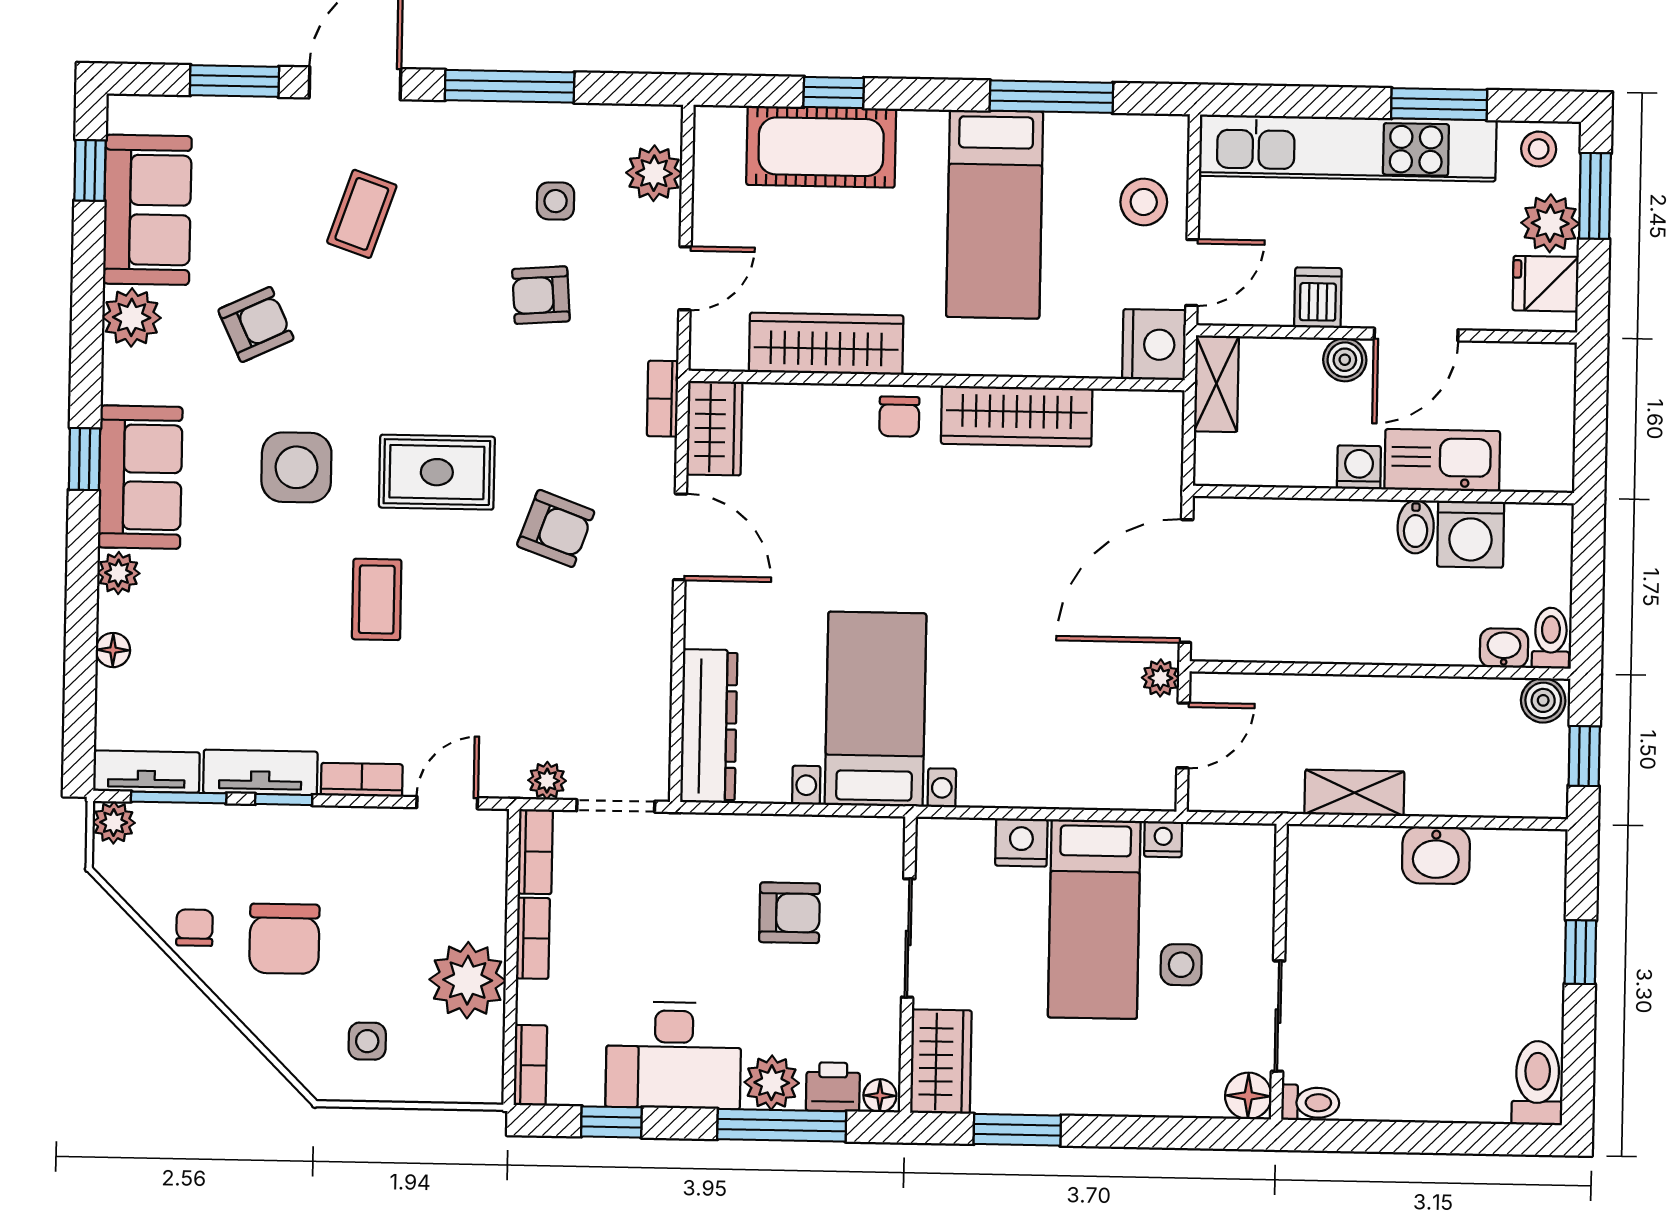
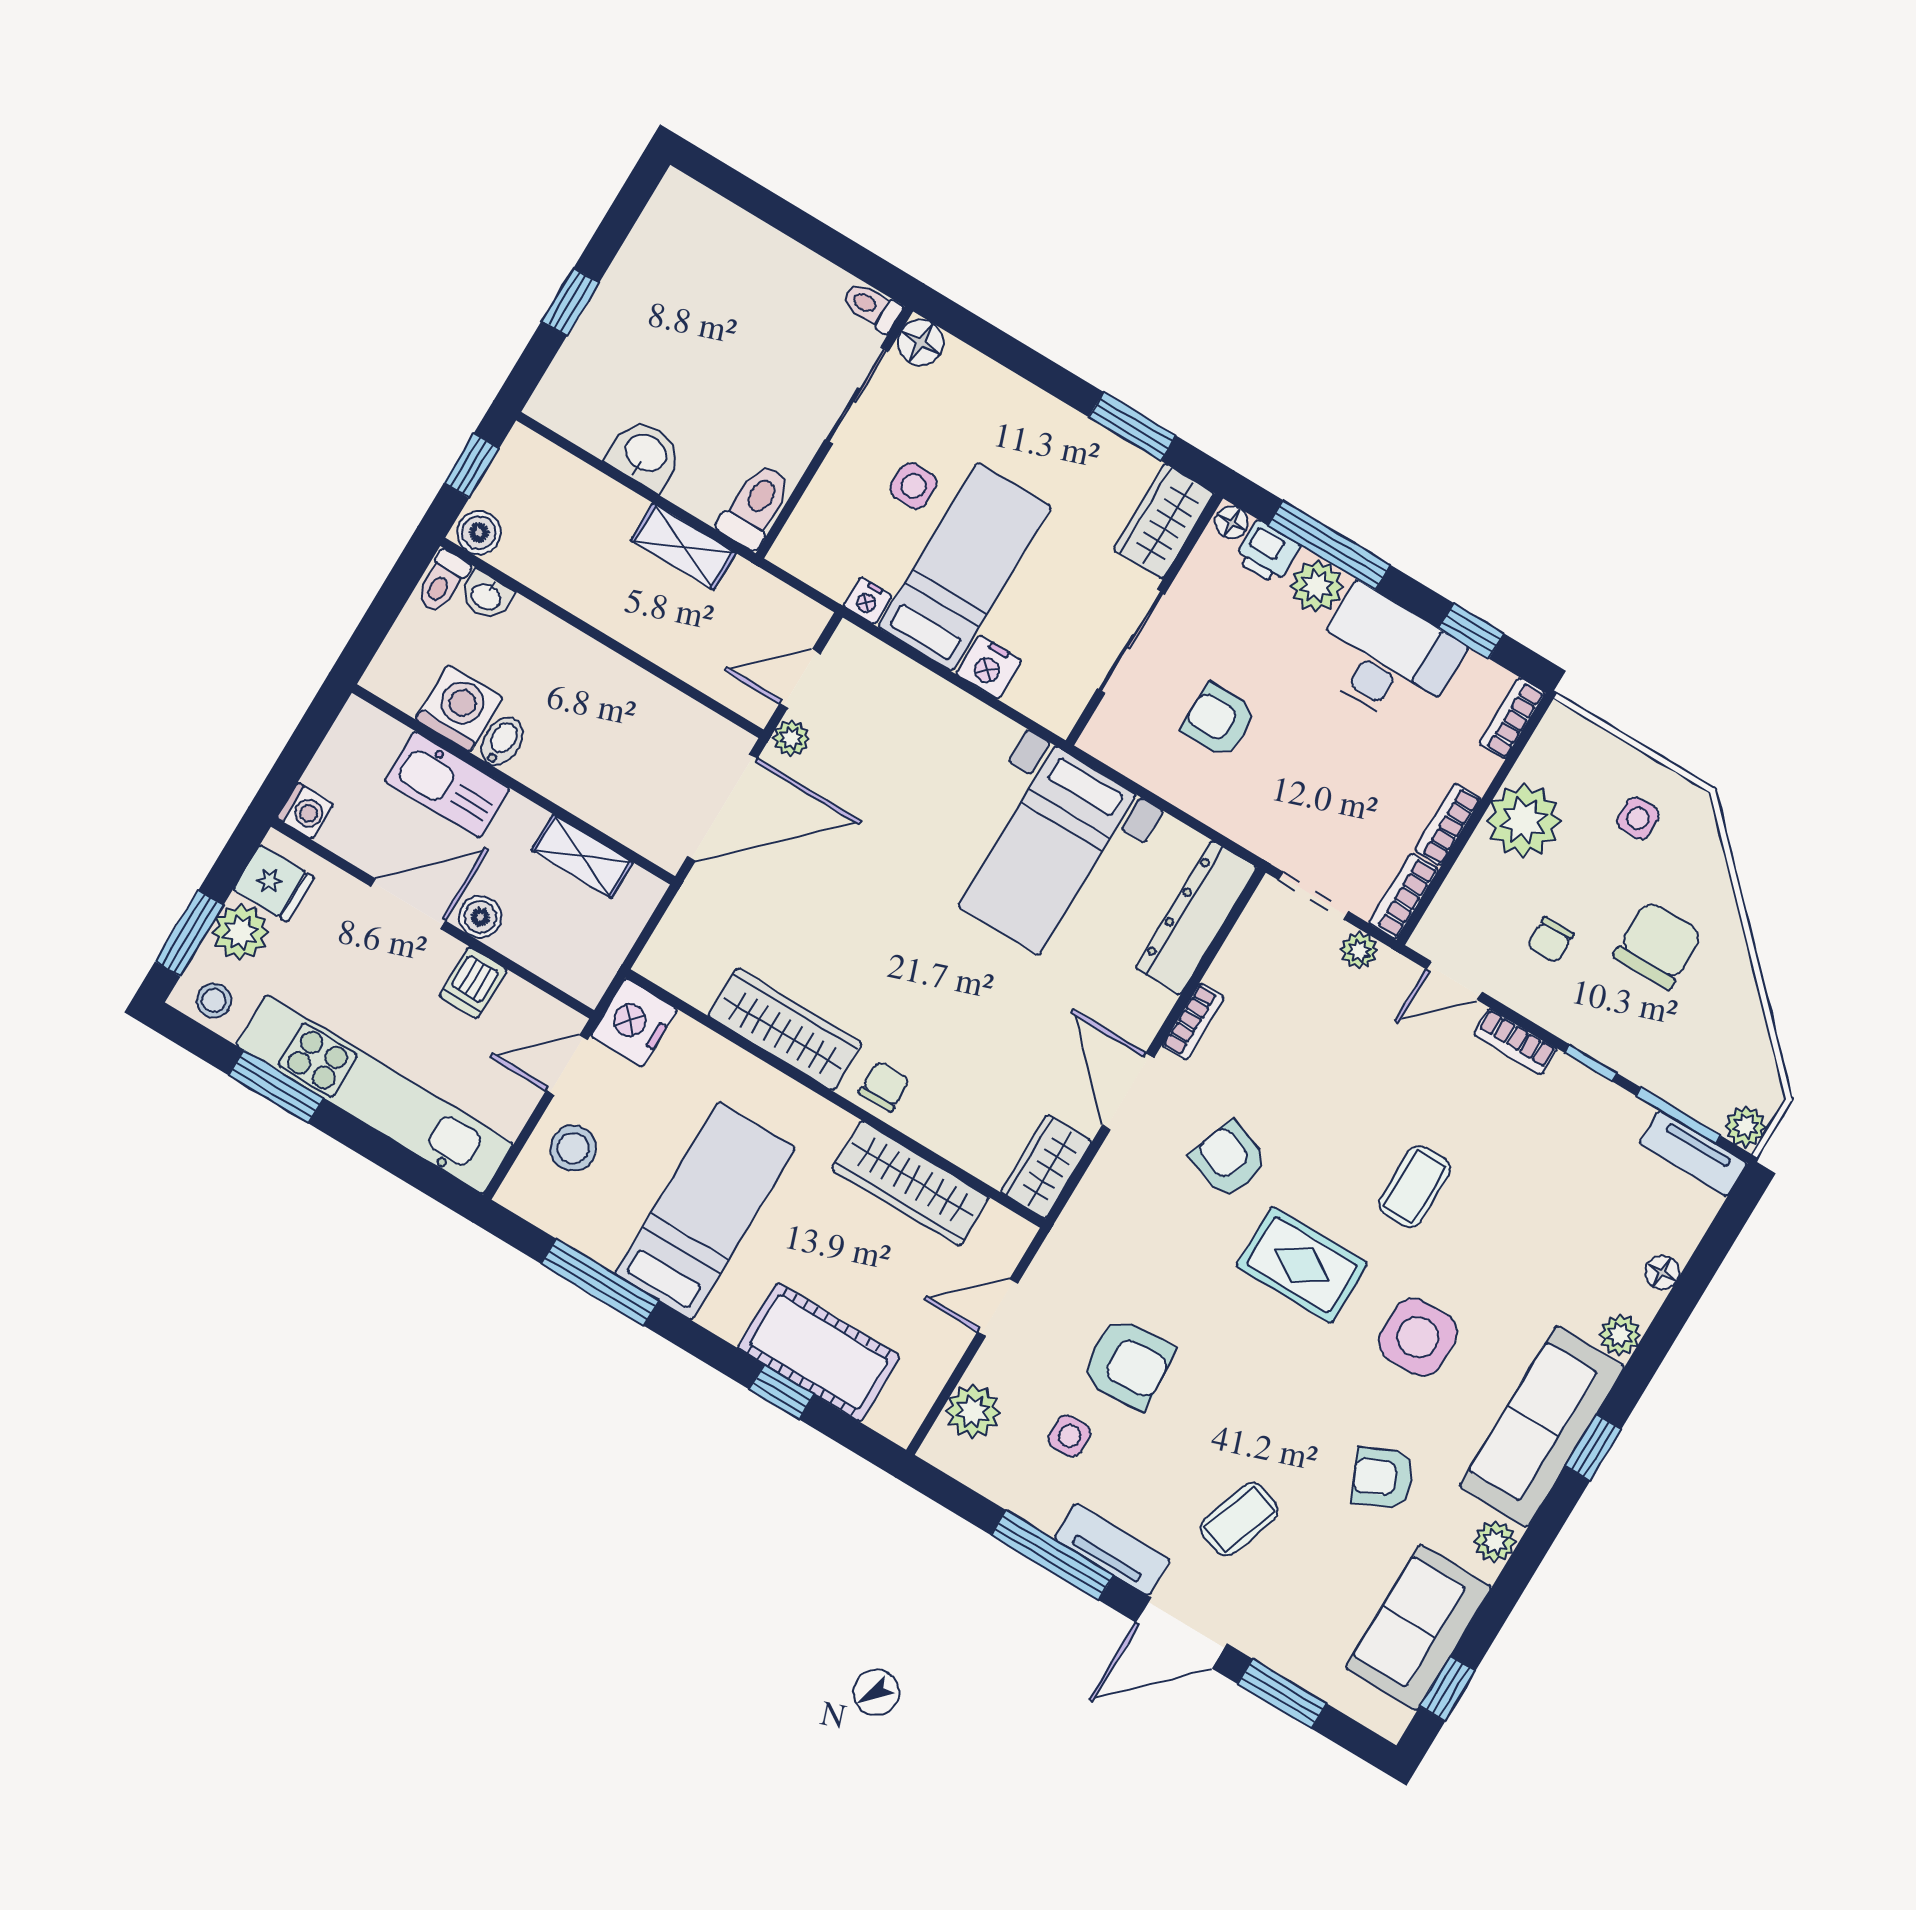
armchair: (541, 295) -> (1128, 1363), width x1.38, depth x1.38
plant: (132, 317) -> (1495, 1542), width x0.73, depth x0.73
shelving: (1216, 384) -> (582, 856), moved, turned 90
bookcase: (663, 399) -> (1193, 1022), moved
washing machine: (1359, 467) -> (305, 811), moved, turned -90
sofa: (140, 477) -> (1542, 1427), width x1.36
tv unit: (260, 772) -> (1112, 1549), moved, turned 180
chair: (194, 928) -> (1550, 940), moved
toilet: (1537, 1083) -> (755, 506), moved, turned 180

